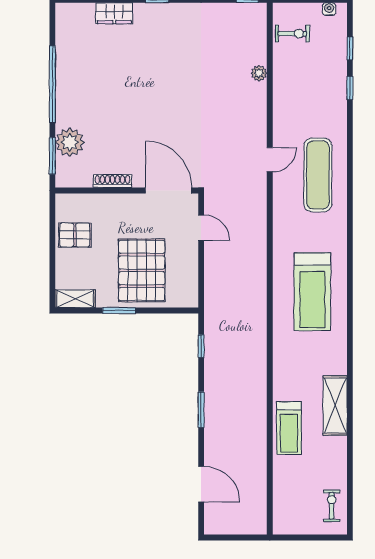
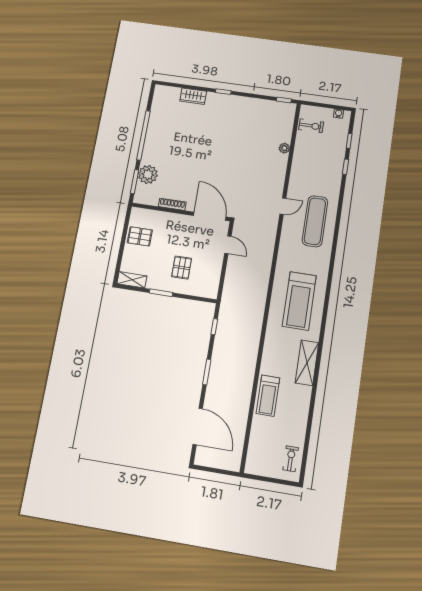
pallet: (142, 270) -> (182, 267), width x0.49, depth x0.50
shelving: (335, 405) -> (307, 363), moved
door: (201, 484) -> (198, 426), width x1.36

